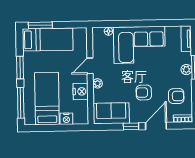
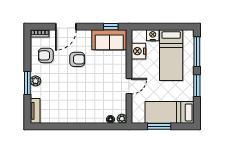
window: (40, 25) -> (159, 126), moved
corner sofa: (139, 45) -> (81, 106), removed
plant: (98, 83) -> (122, 119), moved
nightstand: (81, 91) -> (138, 51), moved
window: (131, 126) -> (111, 27), moved

